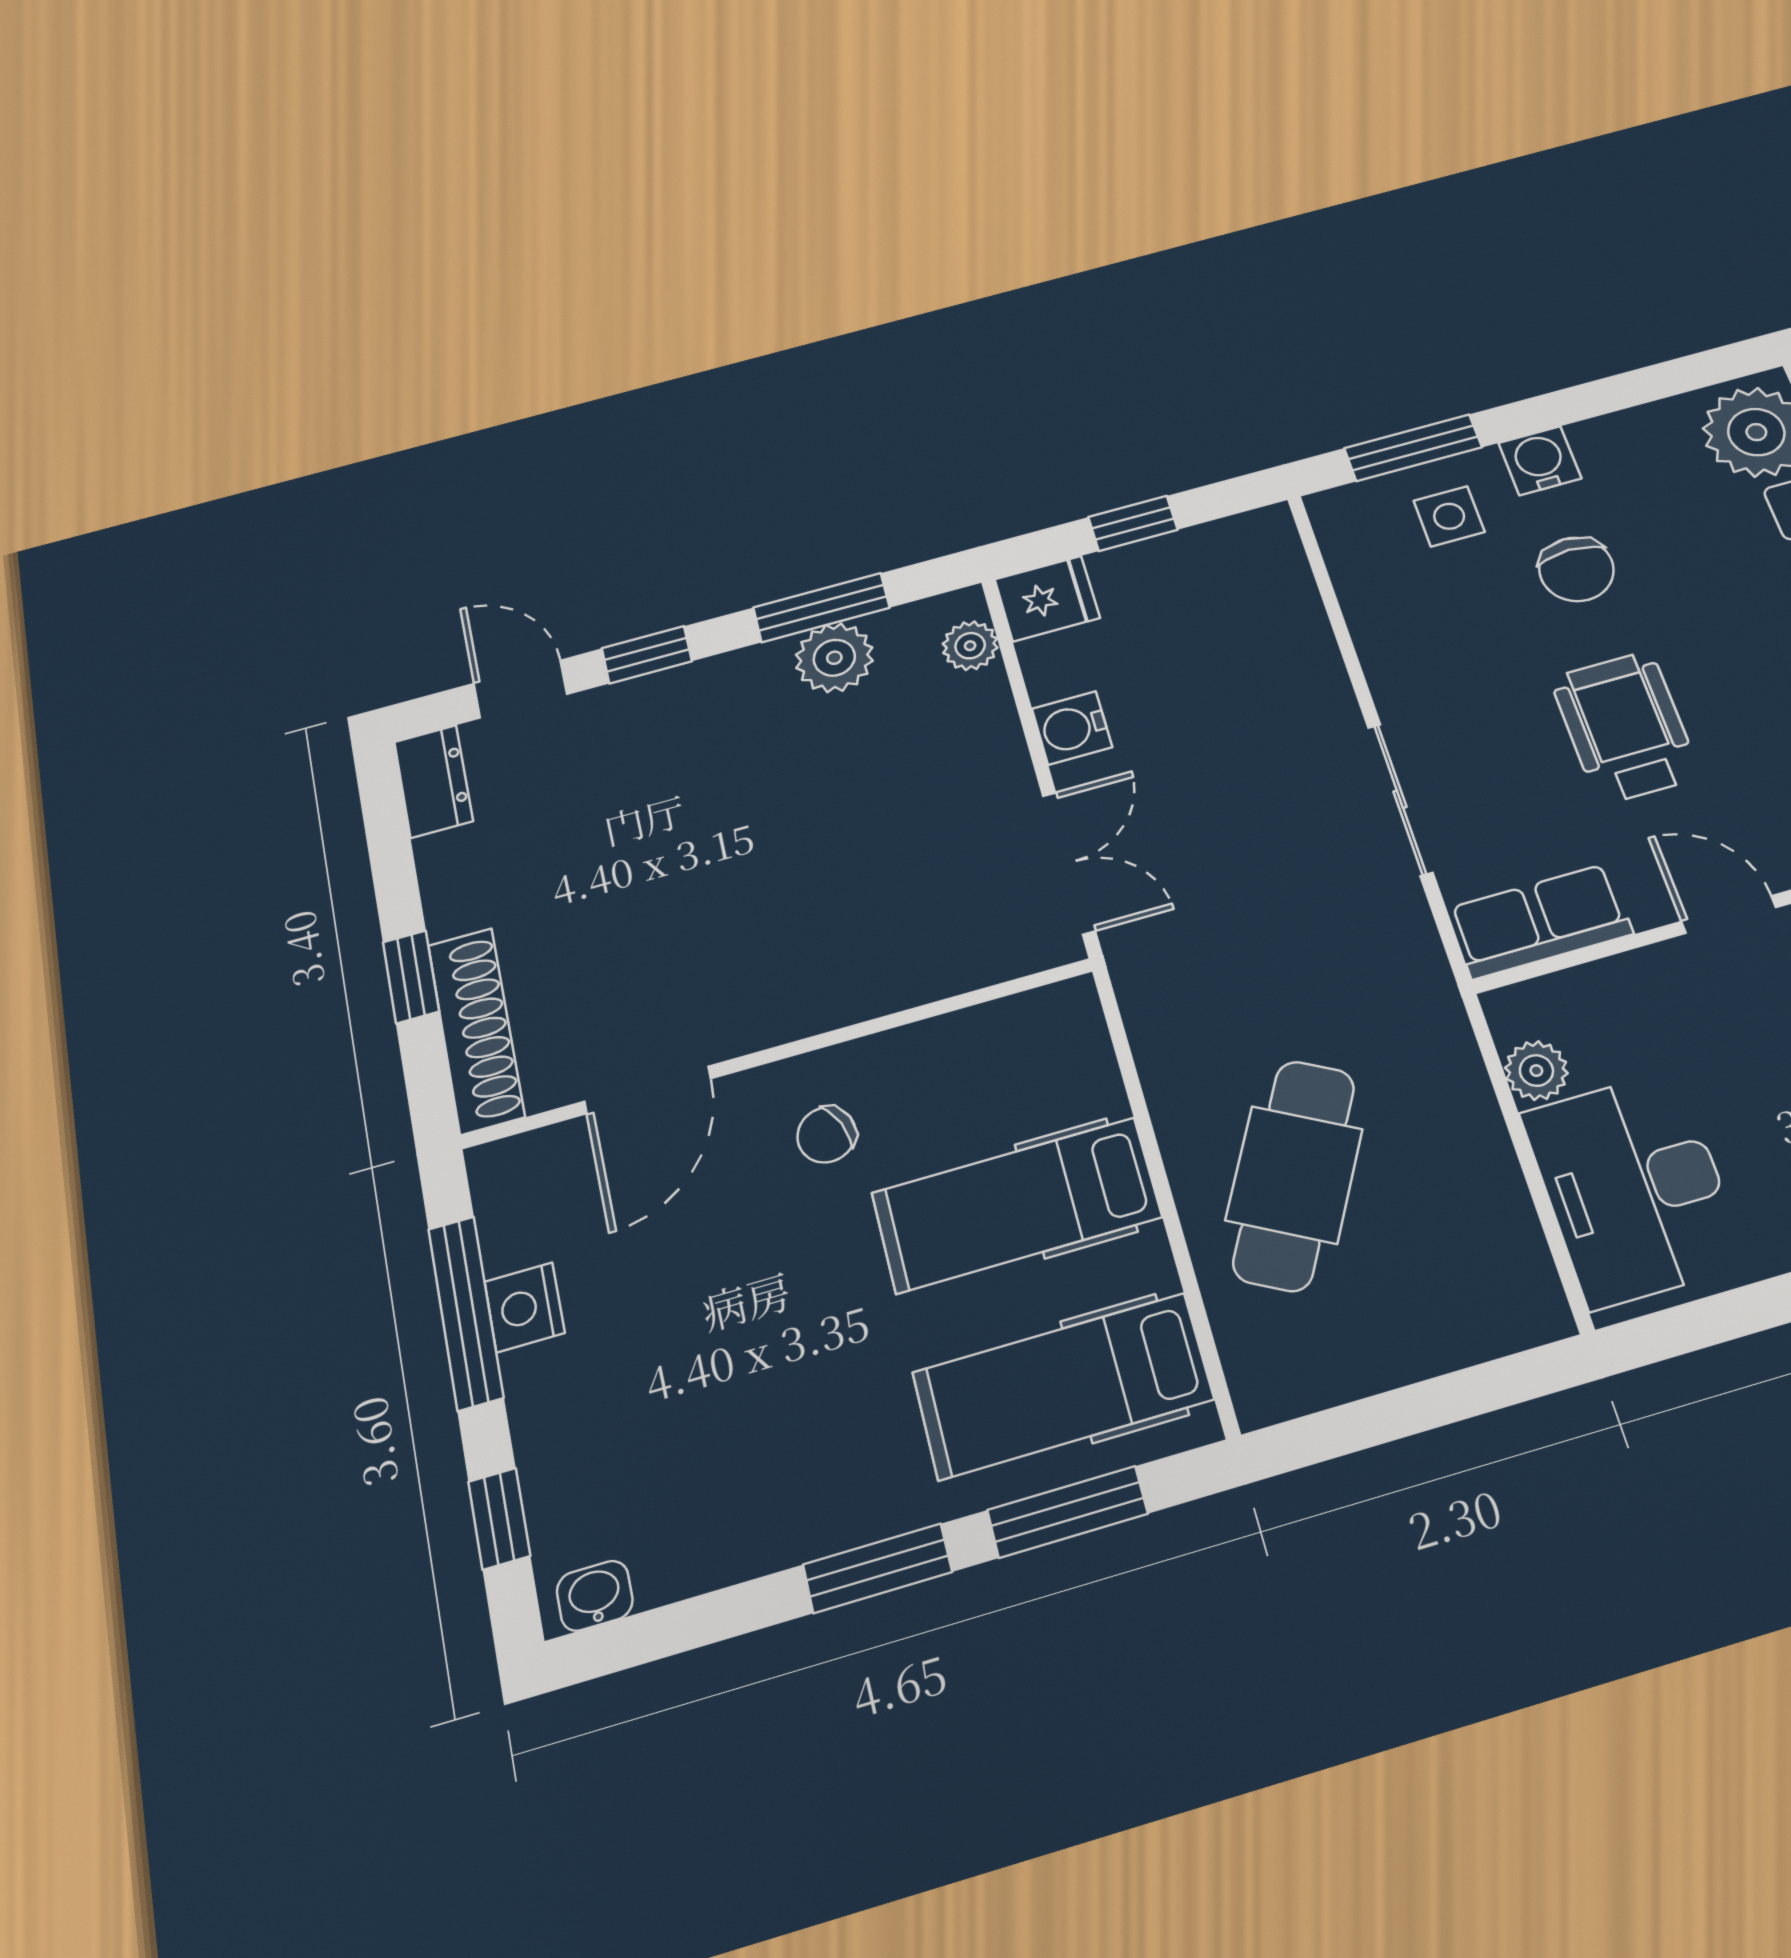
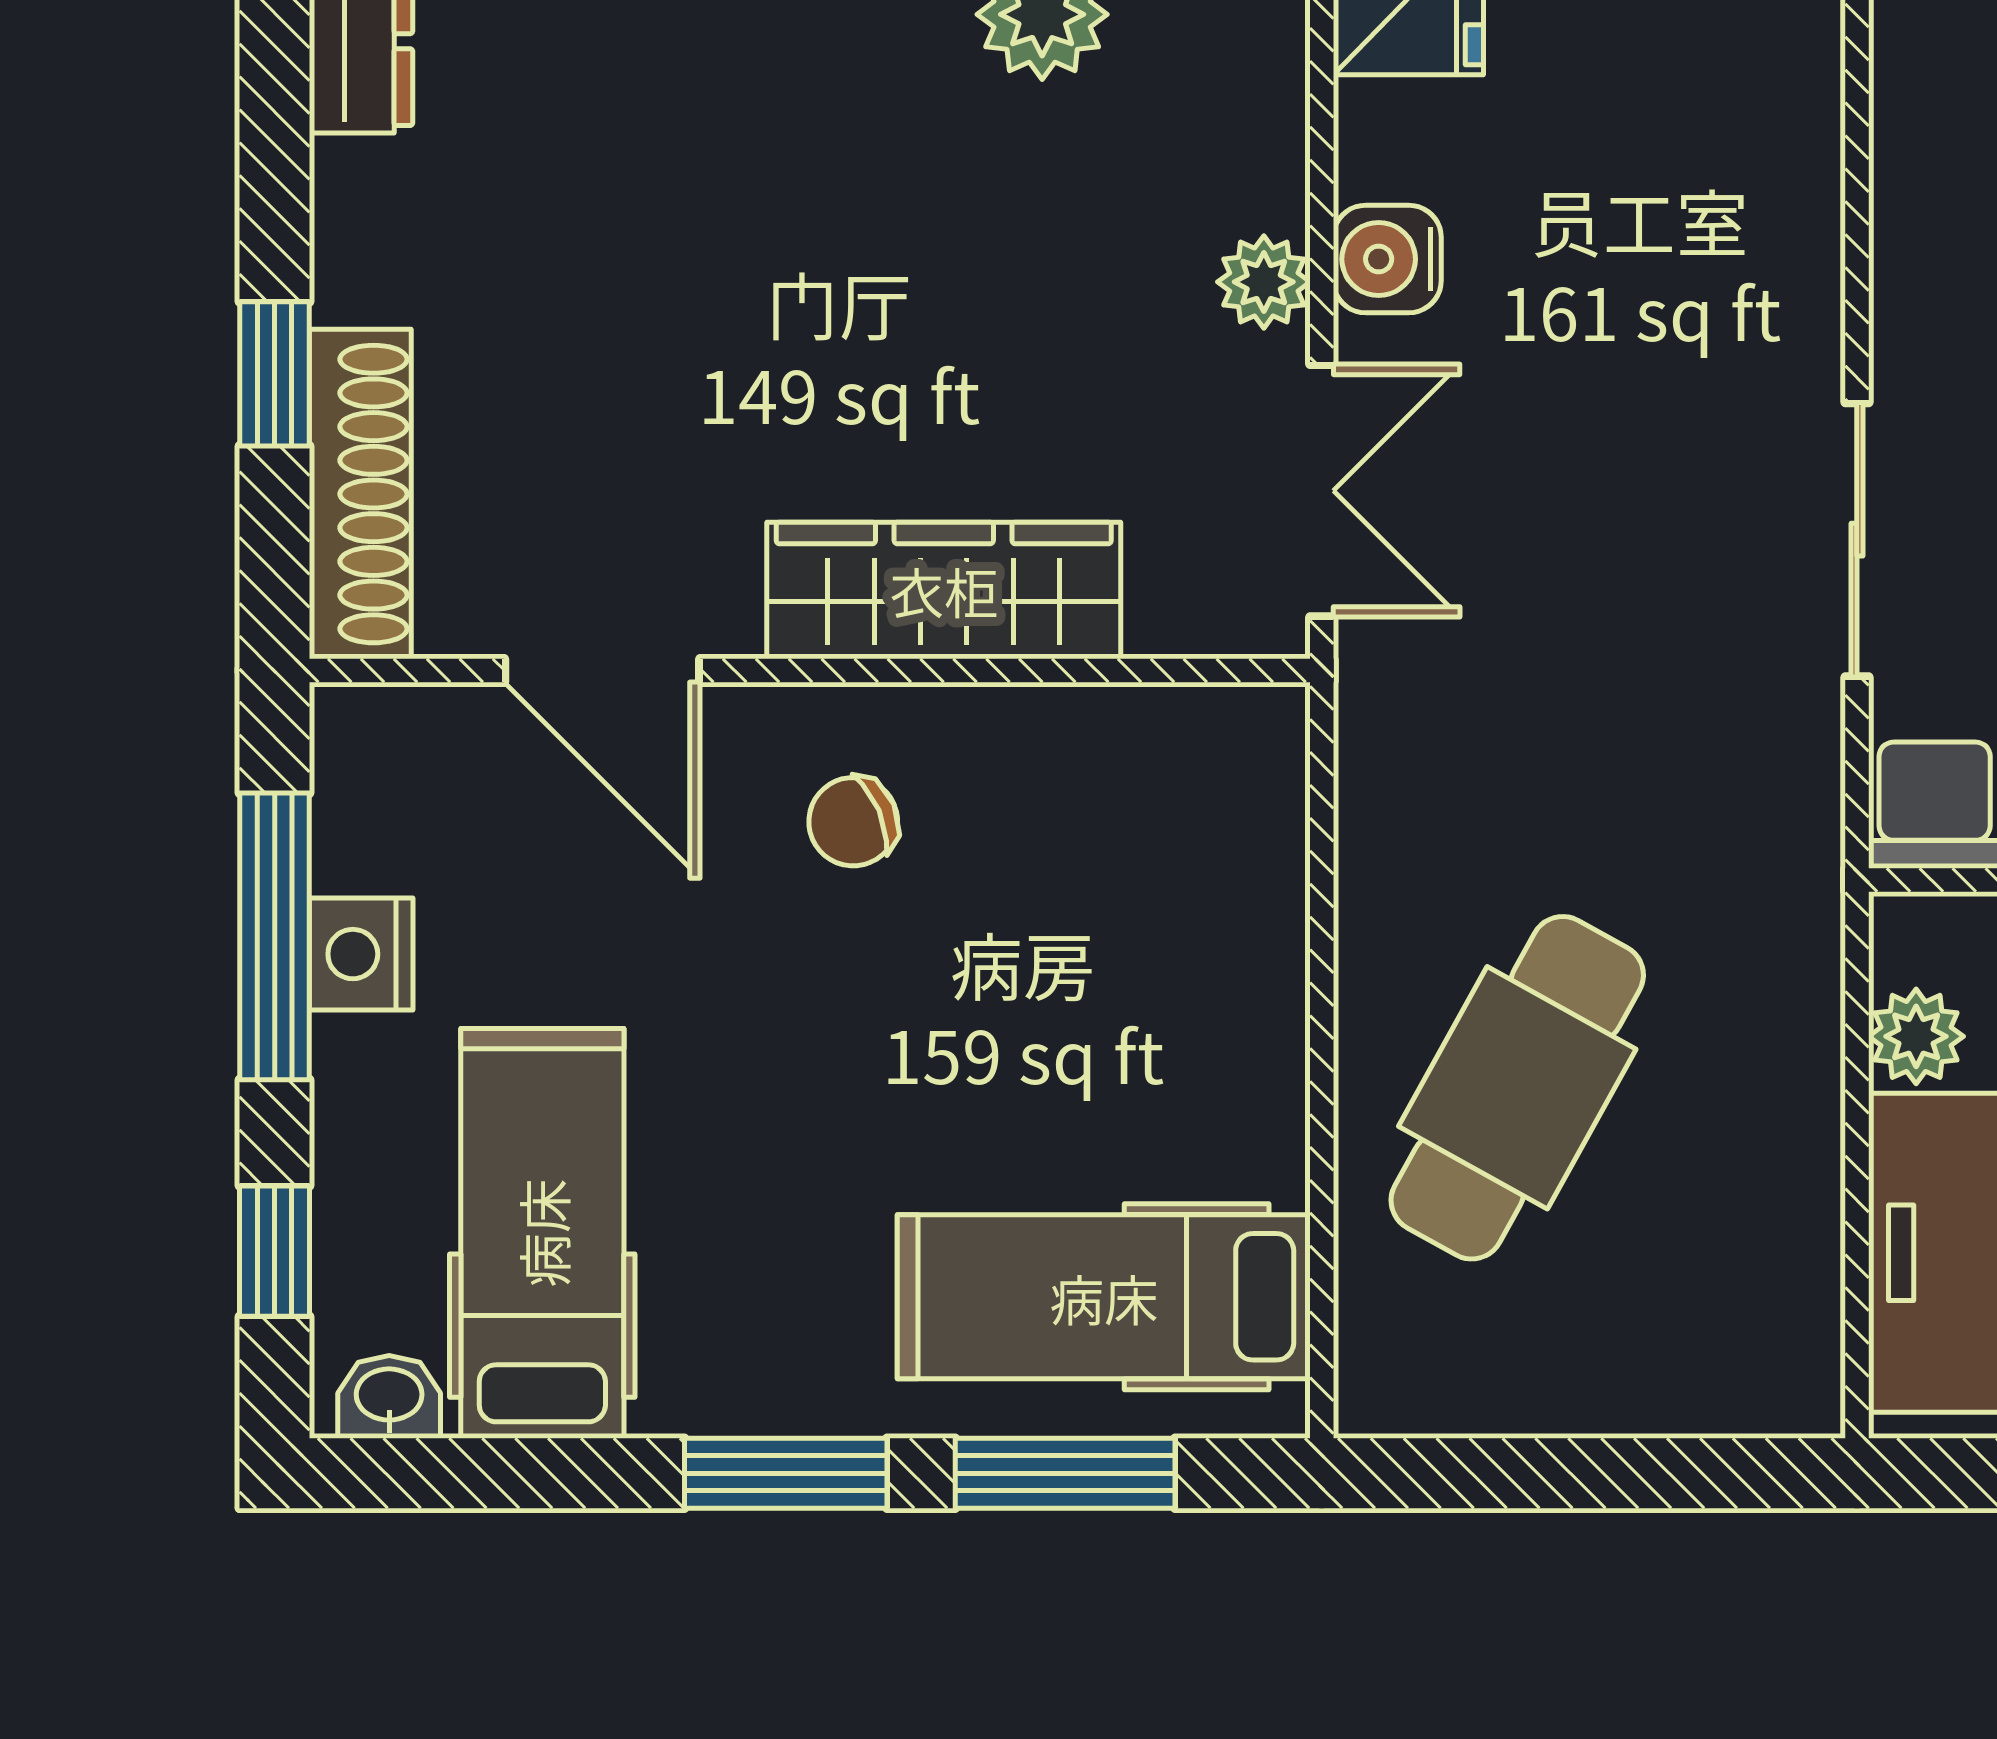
plant: (970, 646) -> (1264, 282), moved
wardrobe: (852, 983) -> (944, 590), added
door: (648, 1090) -> (602, 670), hinge flipped
hospital bed: (1016, 1205) -> (542, 1233), moved, turned 90

